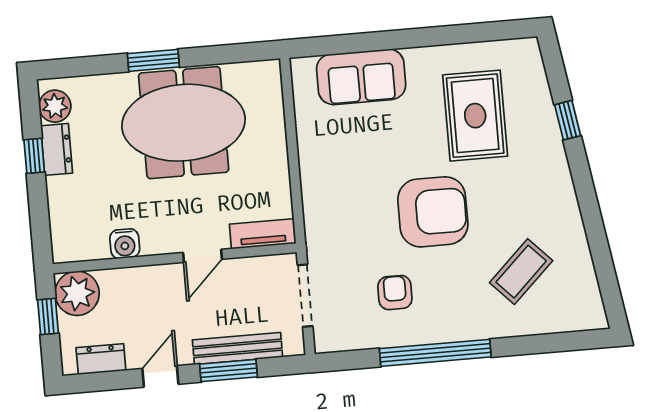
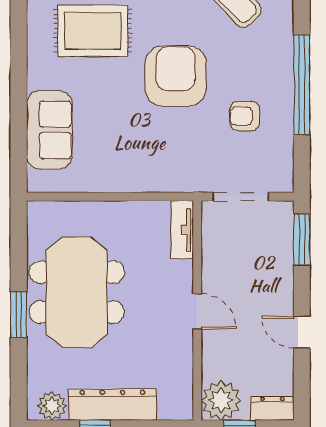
dresser: (57, 149) -> (112, 405), width x1.96, depth x1.24
water cooler: (125, 244) -> (180, 354), removed
door: (202, 256) -> (197, 311), moved
bench: (237, 348) -> (283, 261), removed
dresser: (101, 359) -> (272, 408), moved, turned 90
window: (229, 371) -> (302, 240), moved

